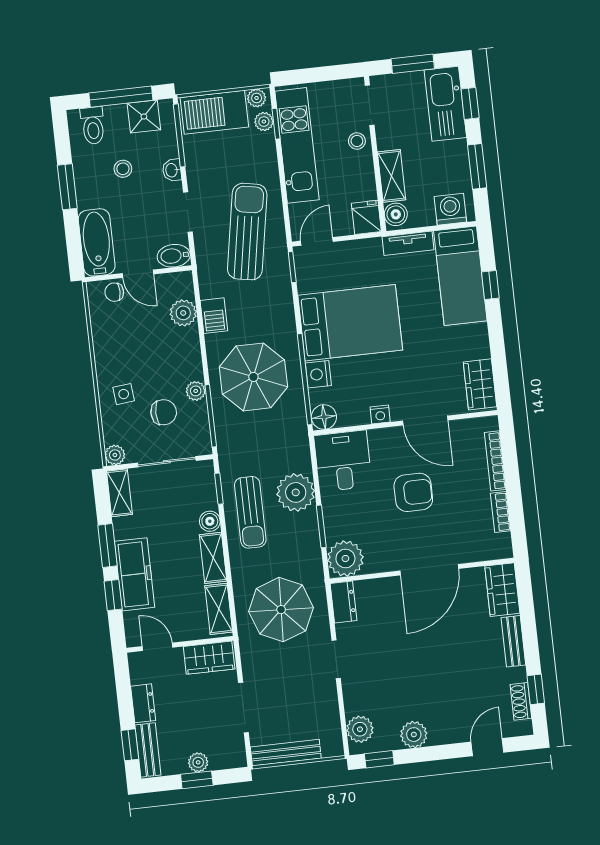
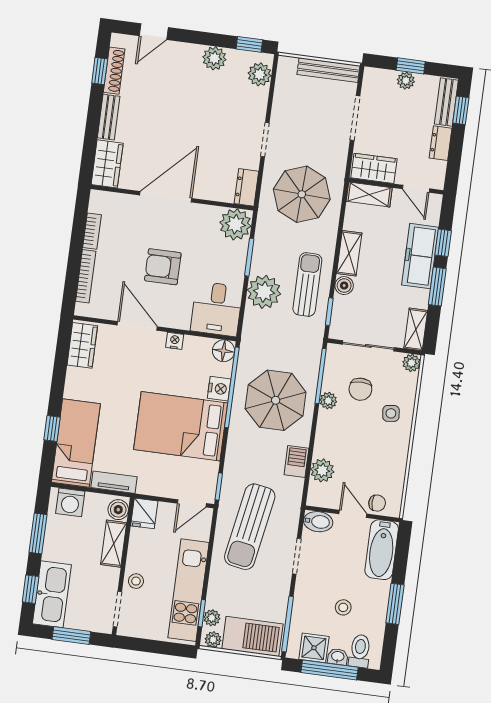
washbasin: (172, 170) -> (338, 657), moved, turned -90
chair: (164, 412) -> (360, 389), turned -90
shelving: (219, 609) -> (369, 195), moved, turned 90
shoe rack: (521, 701) -> (114, 71), width x1.43

